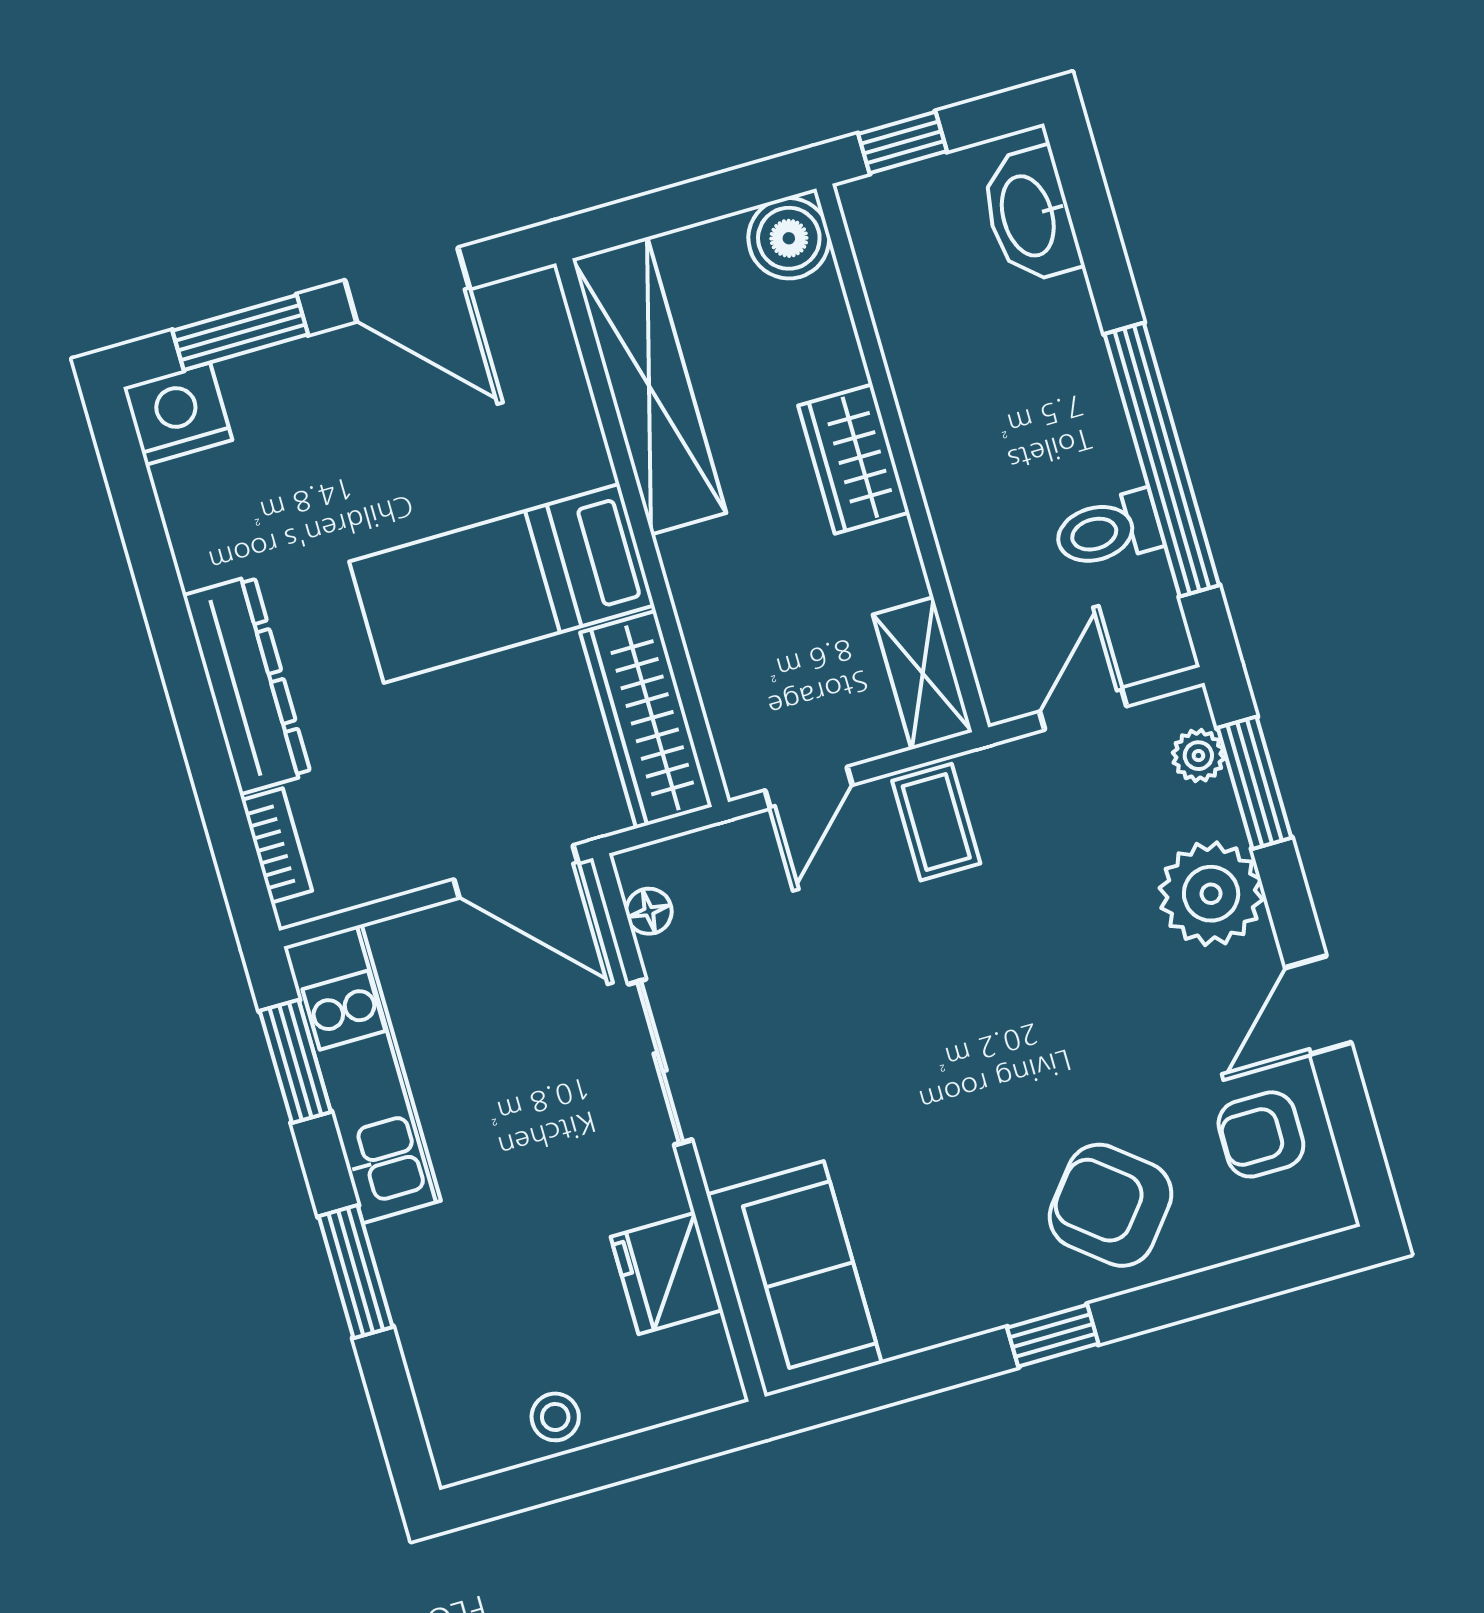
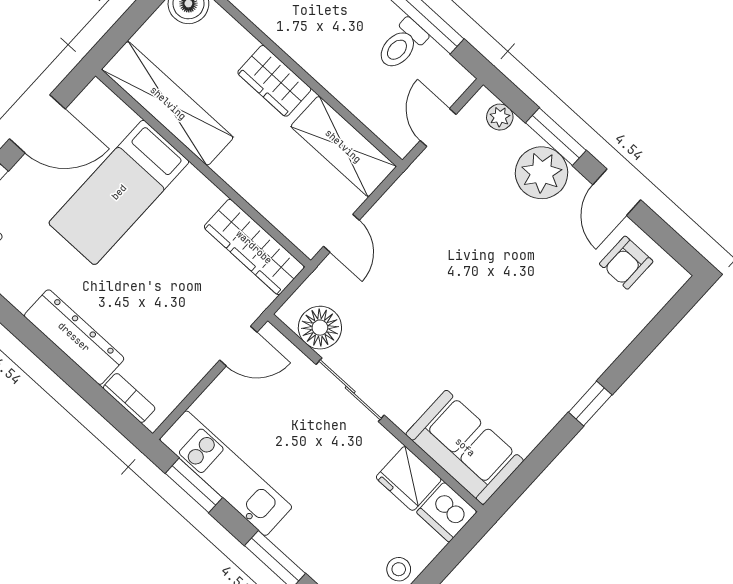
bed: (502, 583) -> (119, 192), moved
shelving: (923, 673) -> (343, 146), width x1.50, depth x1.33
window: (1254, 783) -> (556, 137), moved
coffee table: (936, 822) -> (405, 214), removed
door: (516, 871) -> (238, 346), width x0.73
floor lamp: (649, 911) -> (320, 328), width x1.89, depth x1.89
armchair: (1111, 1205) -> (581, 332), removed
dishwasher: (696, 1370) -> (447, 512), added

